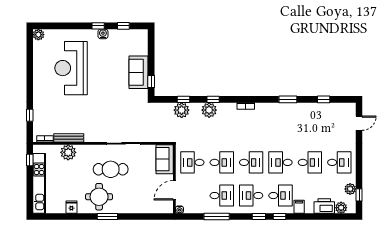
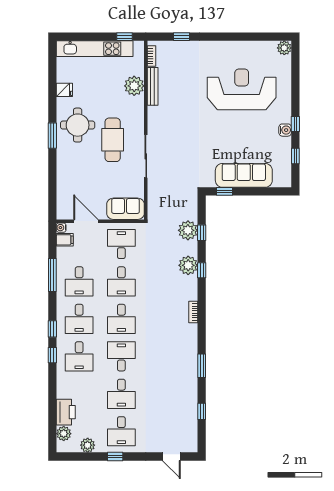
sofa: (139, 72) -> (244, 175), width x1.36
window: (359, 195) -> (115, 456), moved
desk: (251, 196) -> (79, 319), turned 180
filing cabinet: (299, 207) -> (65, 240), moved

